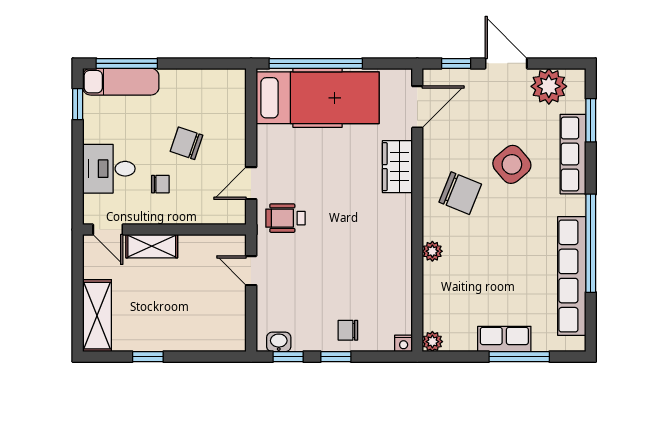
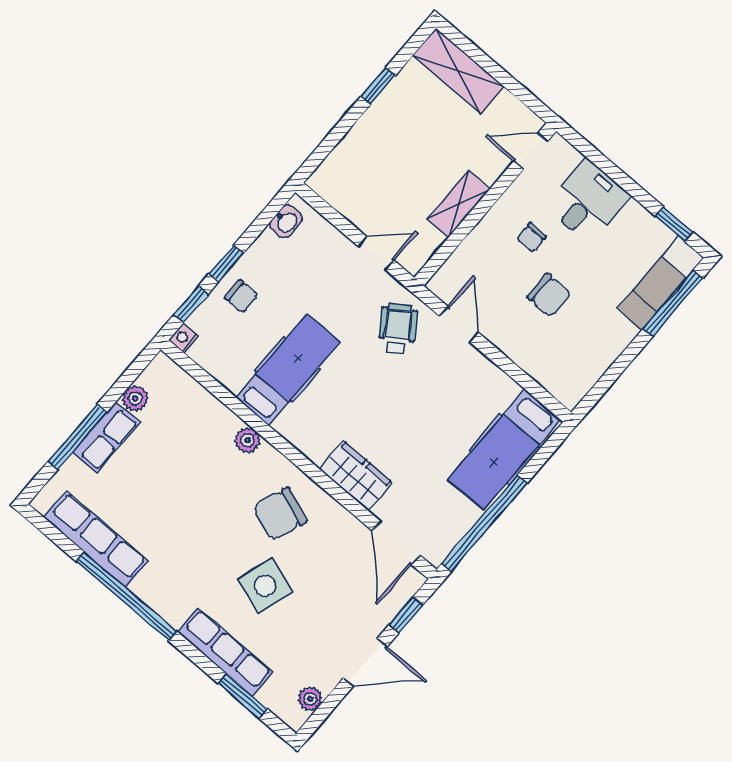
window: (316, 63) -> (484, 523), moved
plant: (549, 86) -> (310, 699), width x0.53, depth x0.53
hospital bed: (318, 98) -> (504, 449), width x0.73, depth x0.78
chair: (186, 143) -> (549, 295), turned 71
side table: (512, 164) -> (265, 586), turned -32
wheelchair: (285, 218) -> (398, 328), turned -34
shelving: (152, 246) -> (459, 204), moved
hospital bed: (368, 264) -> (288, 370), added
row of seats: (572, 276) -> (96, 539), width x0.73
chair: (348, 330) -> (241, 296), turned 90
plant: (432, 342) -> (135, 398), moved
window: (288, 357) -> (191, 304), moved

